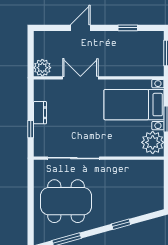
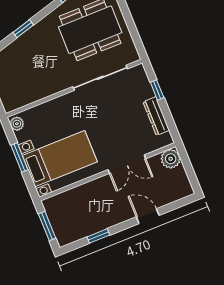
door: (80, 28) -> (148, 216), swing flipped
dresser: (40, 113) -> (156, 116), width x1.44
plant: (153, 142) -> (17, 124), width x0.53, depth x0.53

